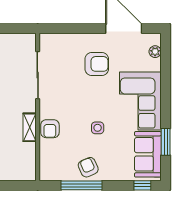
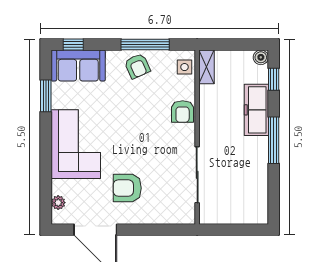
shelving: (30, 127) -> (207, 67), moved
side table: (98, 128) -> (184, 67), moved
armchair: (50, 129) -> (183, 112), turned 180
sofa: (148, 154) -> (78, 65), moved, turned 90

